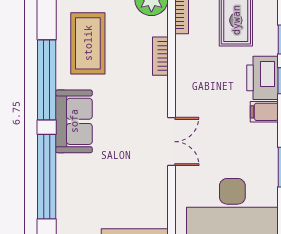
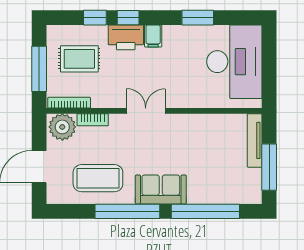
bookcase: (160, 56) -> (93, 120), moved
double door: (171, 142) -> (146, 111), moved

